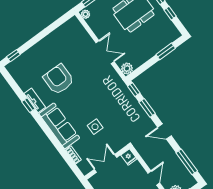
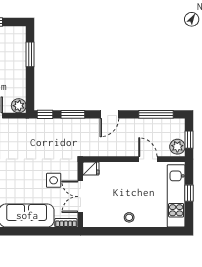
fridge: (129, 157) -> (91, 169), moved
wall: (107, 162) -> (80, 194), moved
double door: (106, 163) -> (80, 197), moved

